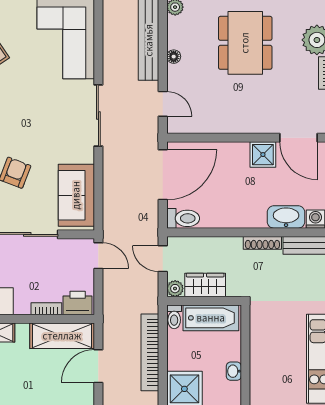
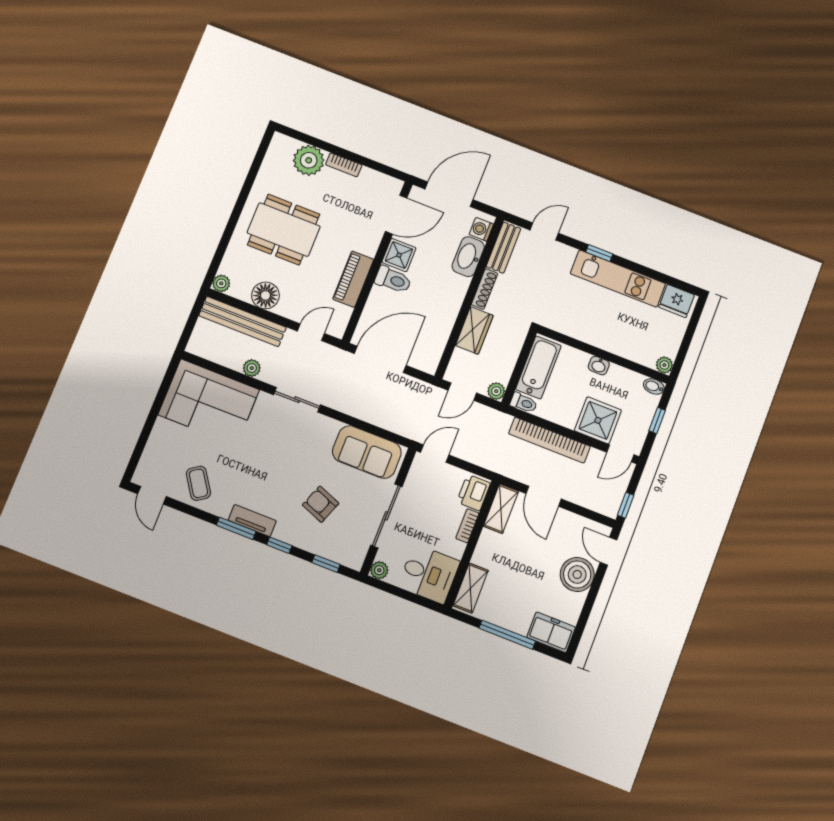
floor lamp: (174, 57) -> (265, 295), width x1.89, depth x1.89
plant: (111, 64) -> (252, 368), added
sliding door: (98, 115) -> (297, 400), width x0.73
piano: (225, 122) -> (353, 279), added
door: (163, 175) -> (380, 359), hinge flipped
toilet: (183, 218) -> (393, 280), moved, turned 90
wardrobe: (205, 285) -> (474, 330), moved, turned 180
shelving: (62, 336) -> (501, 509), width x0.67, depth x0.75

